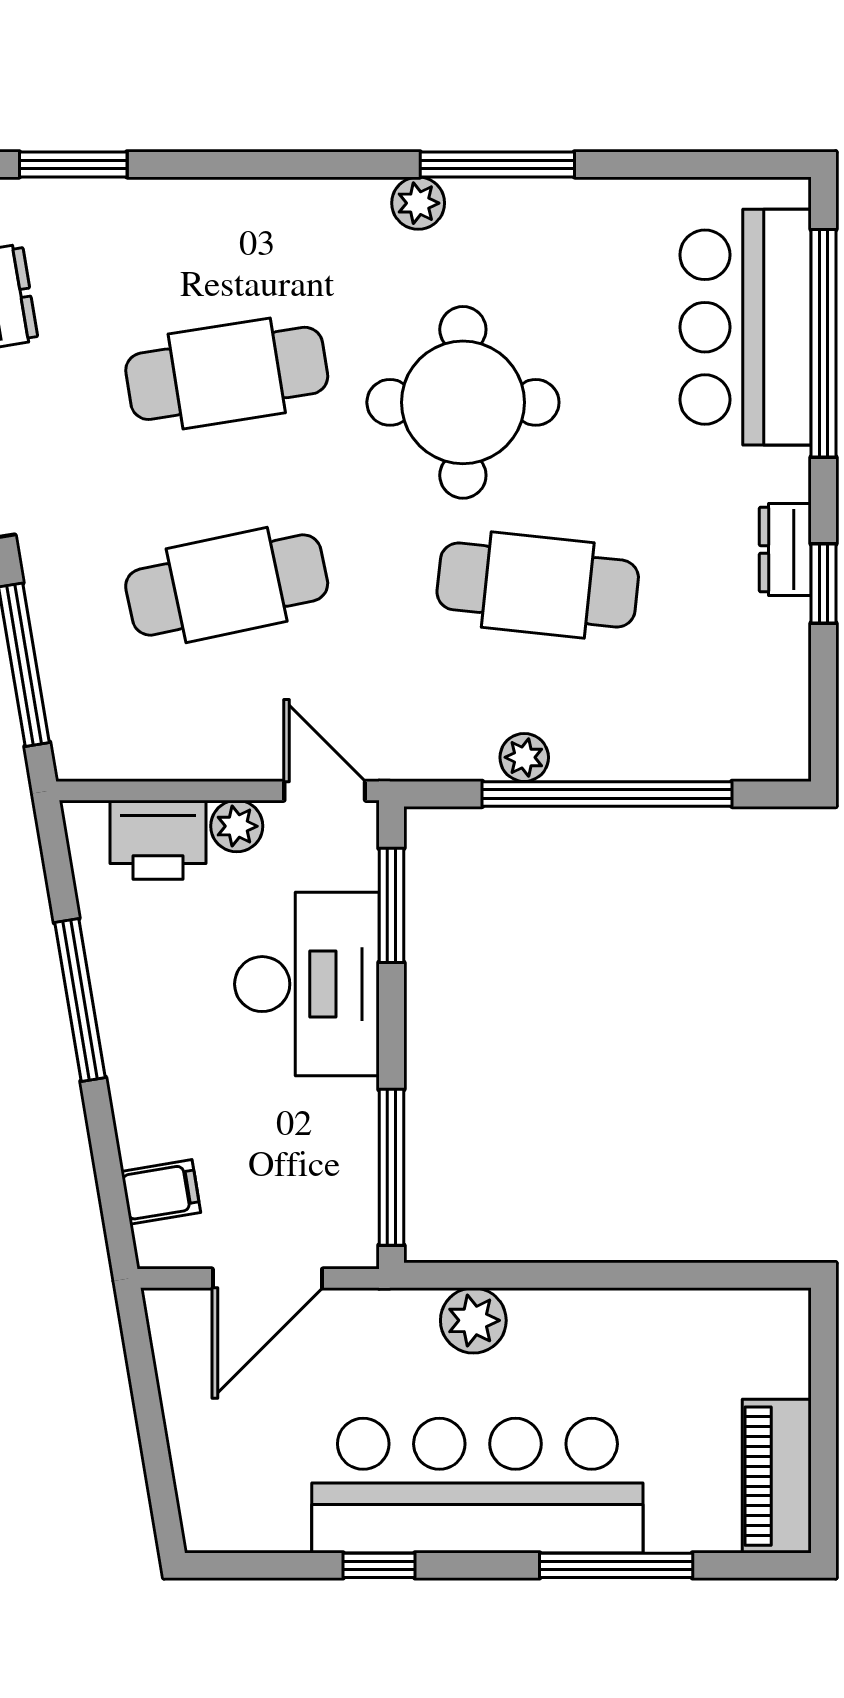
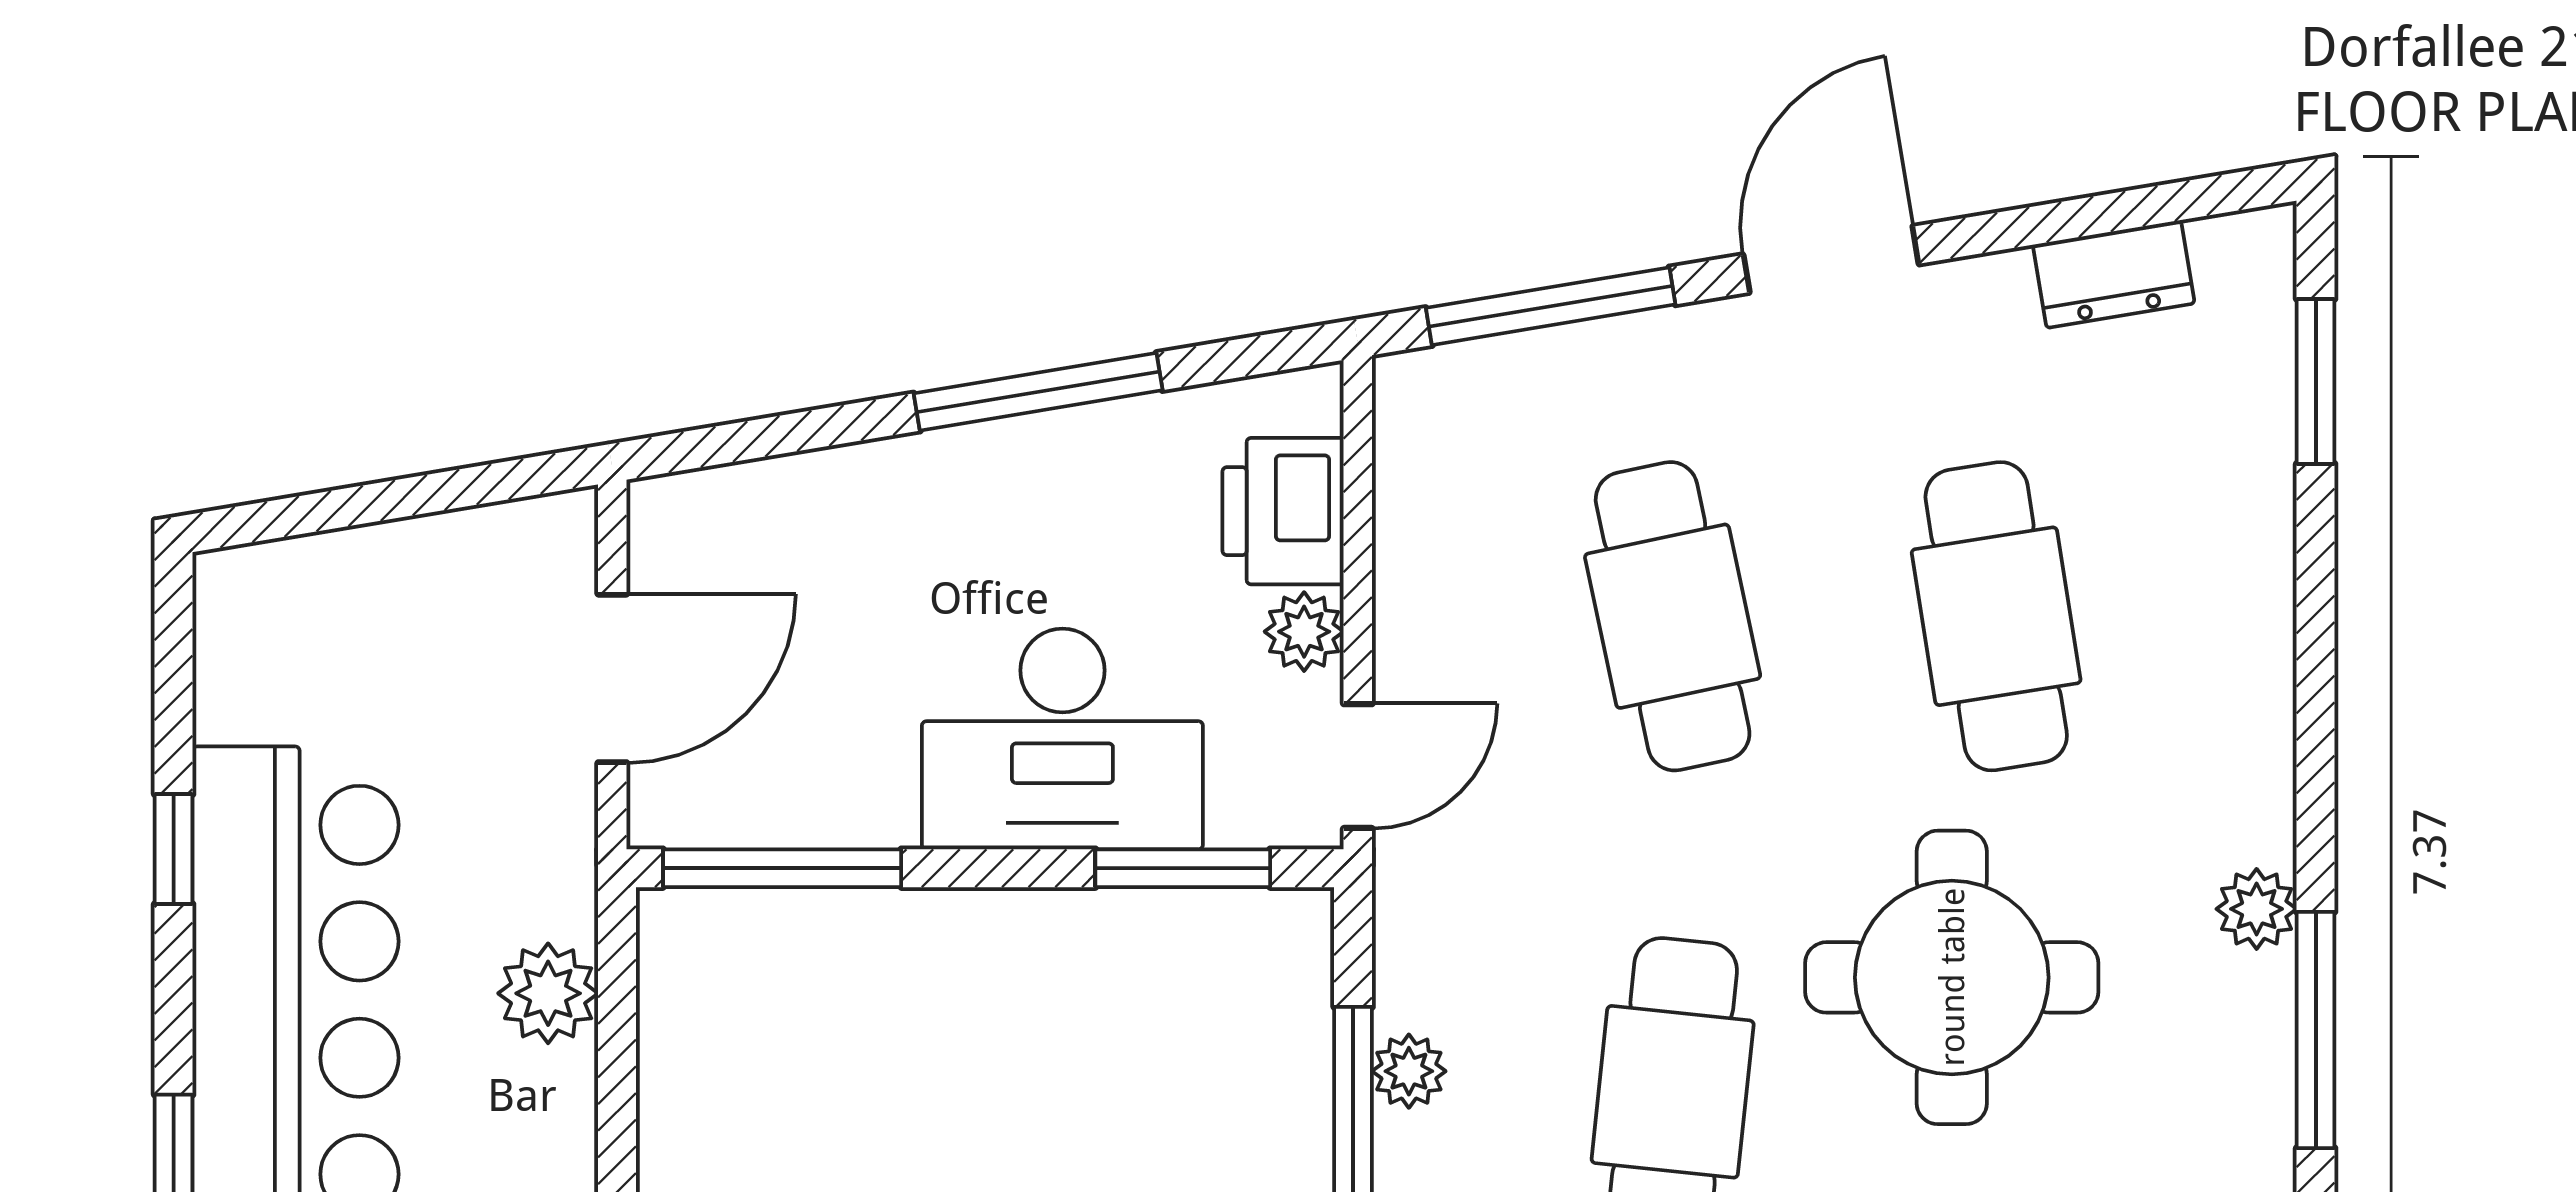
filing cabinet: (161, 1192) -> (745, 516), removed
door: (267, 1278) -> (612, 678), swing flipped

